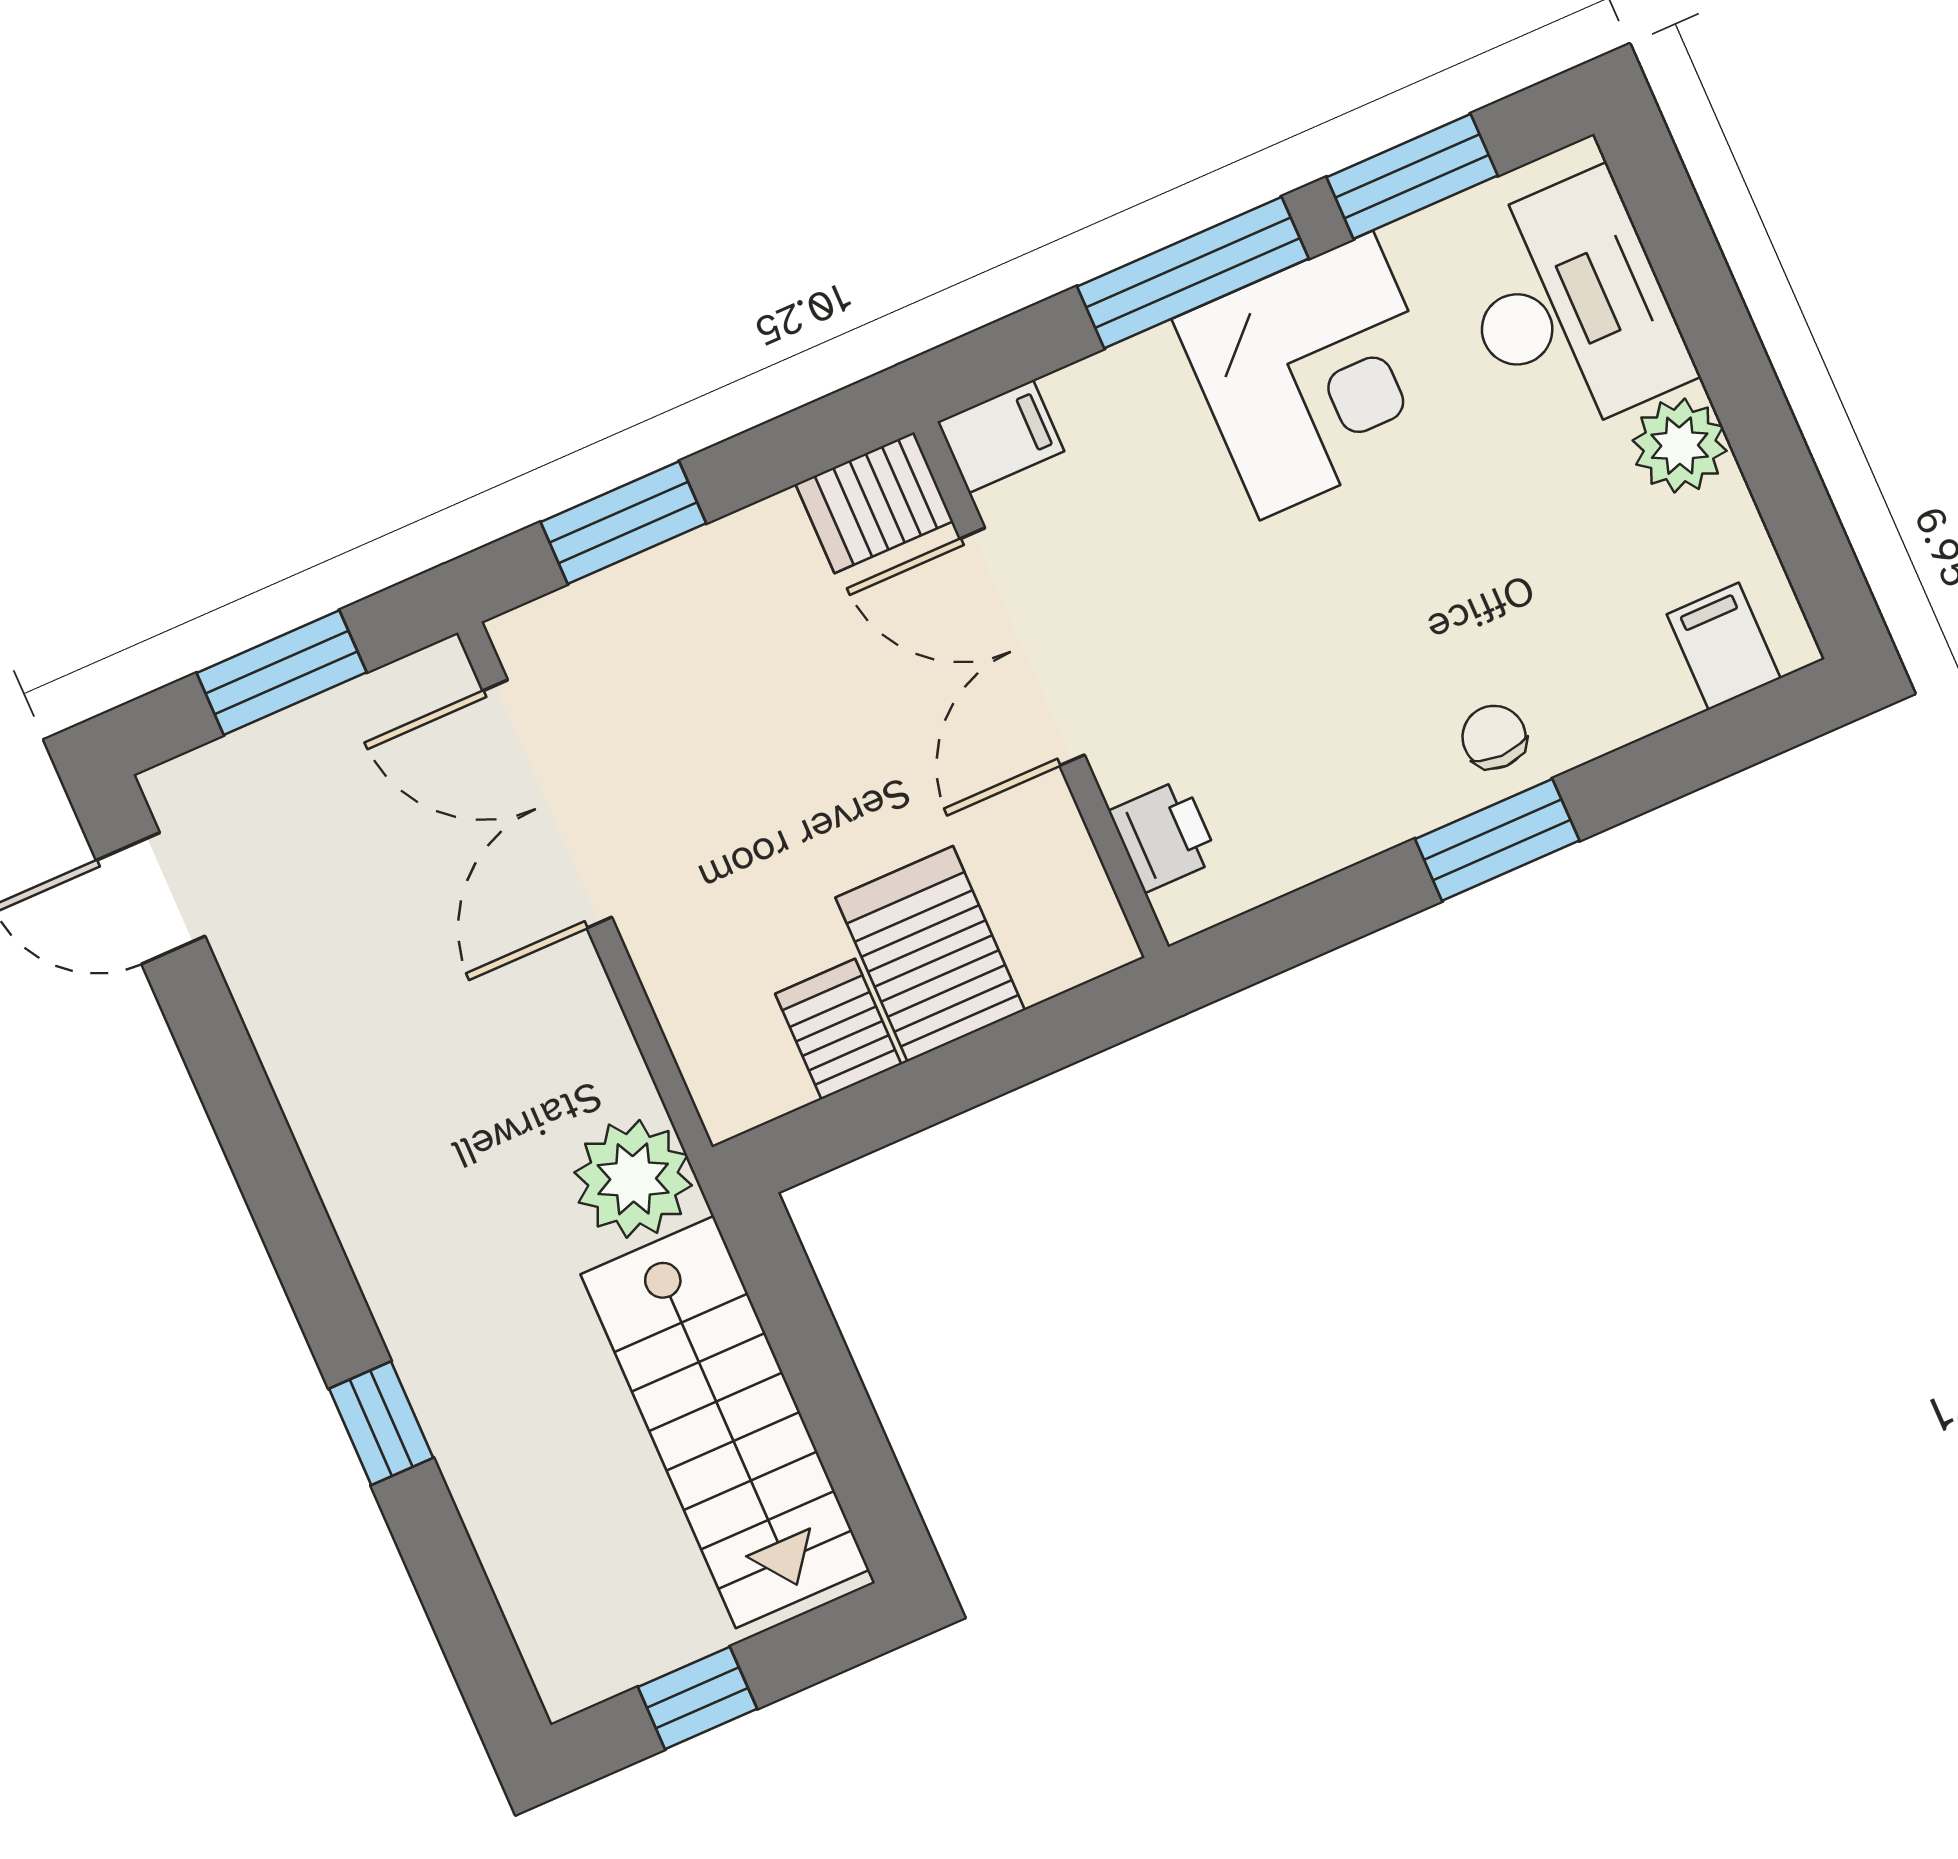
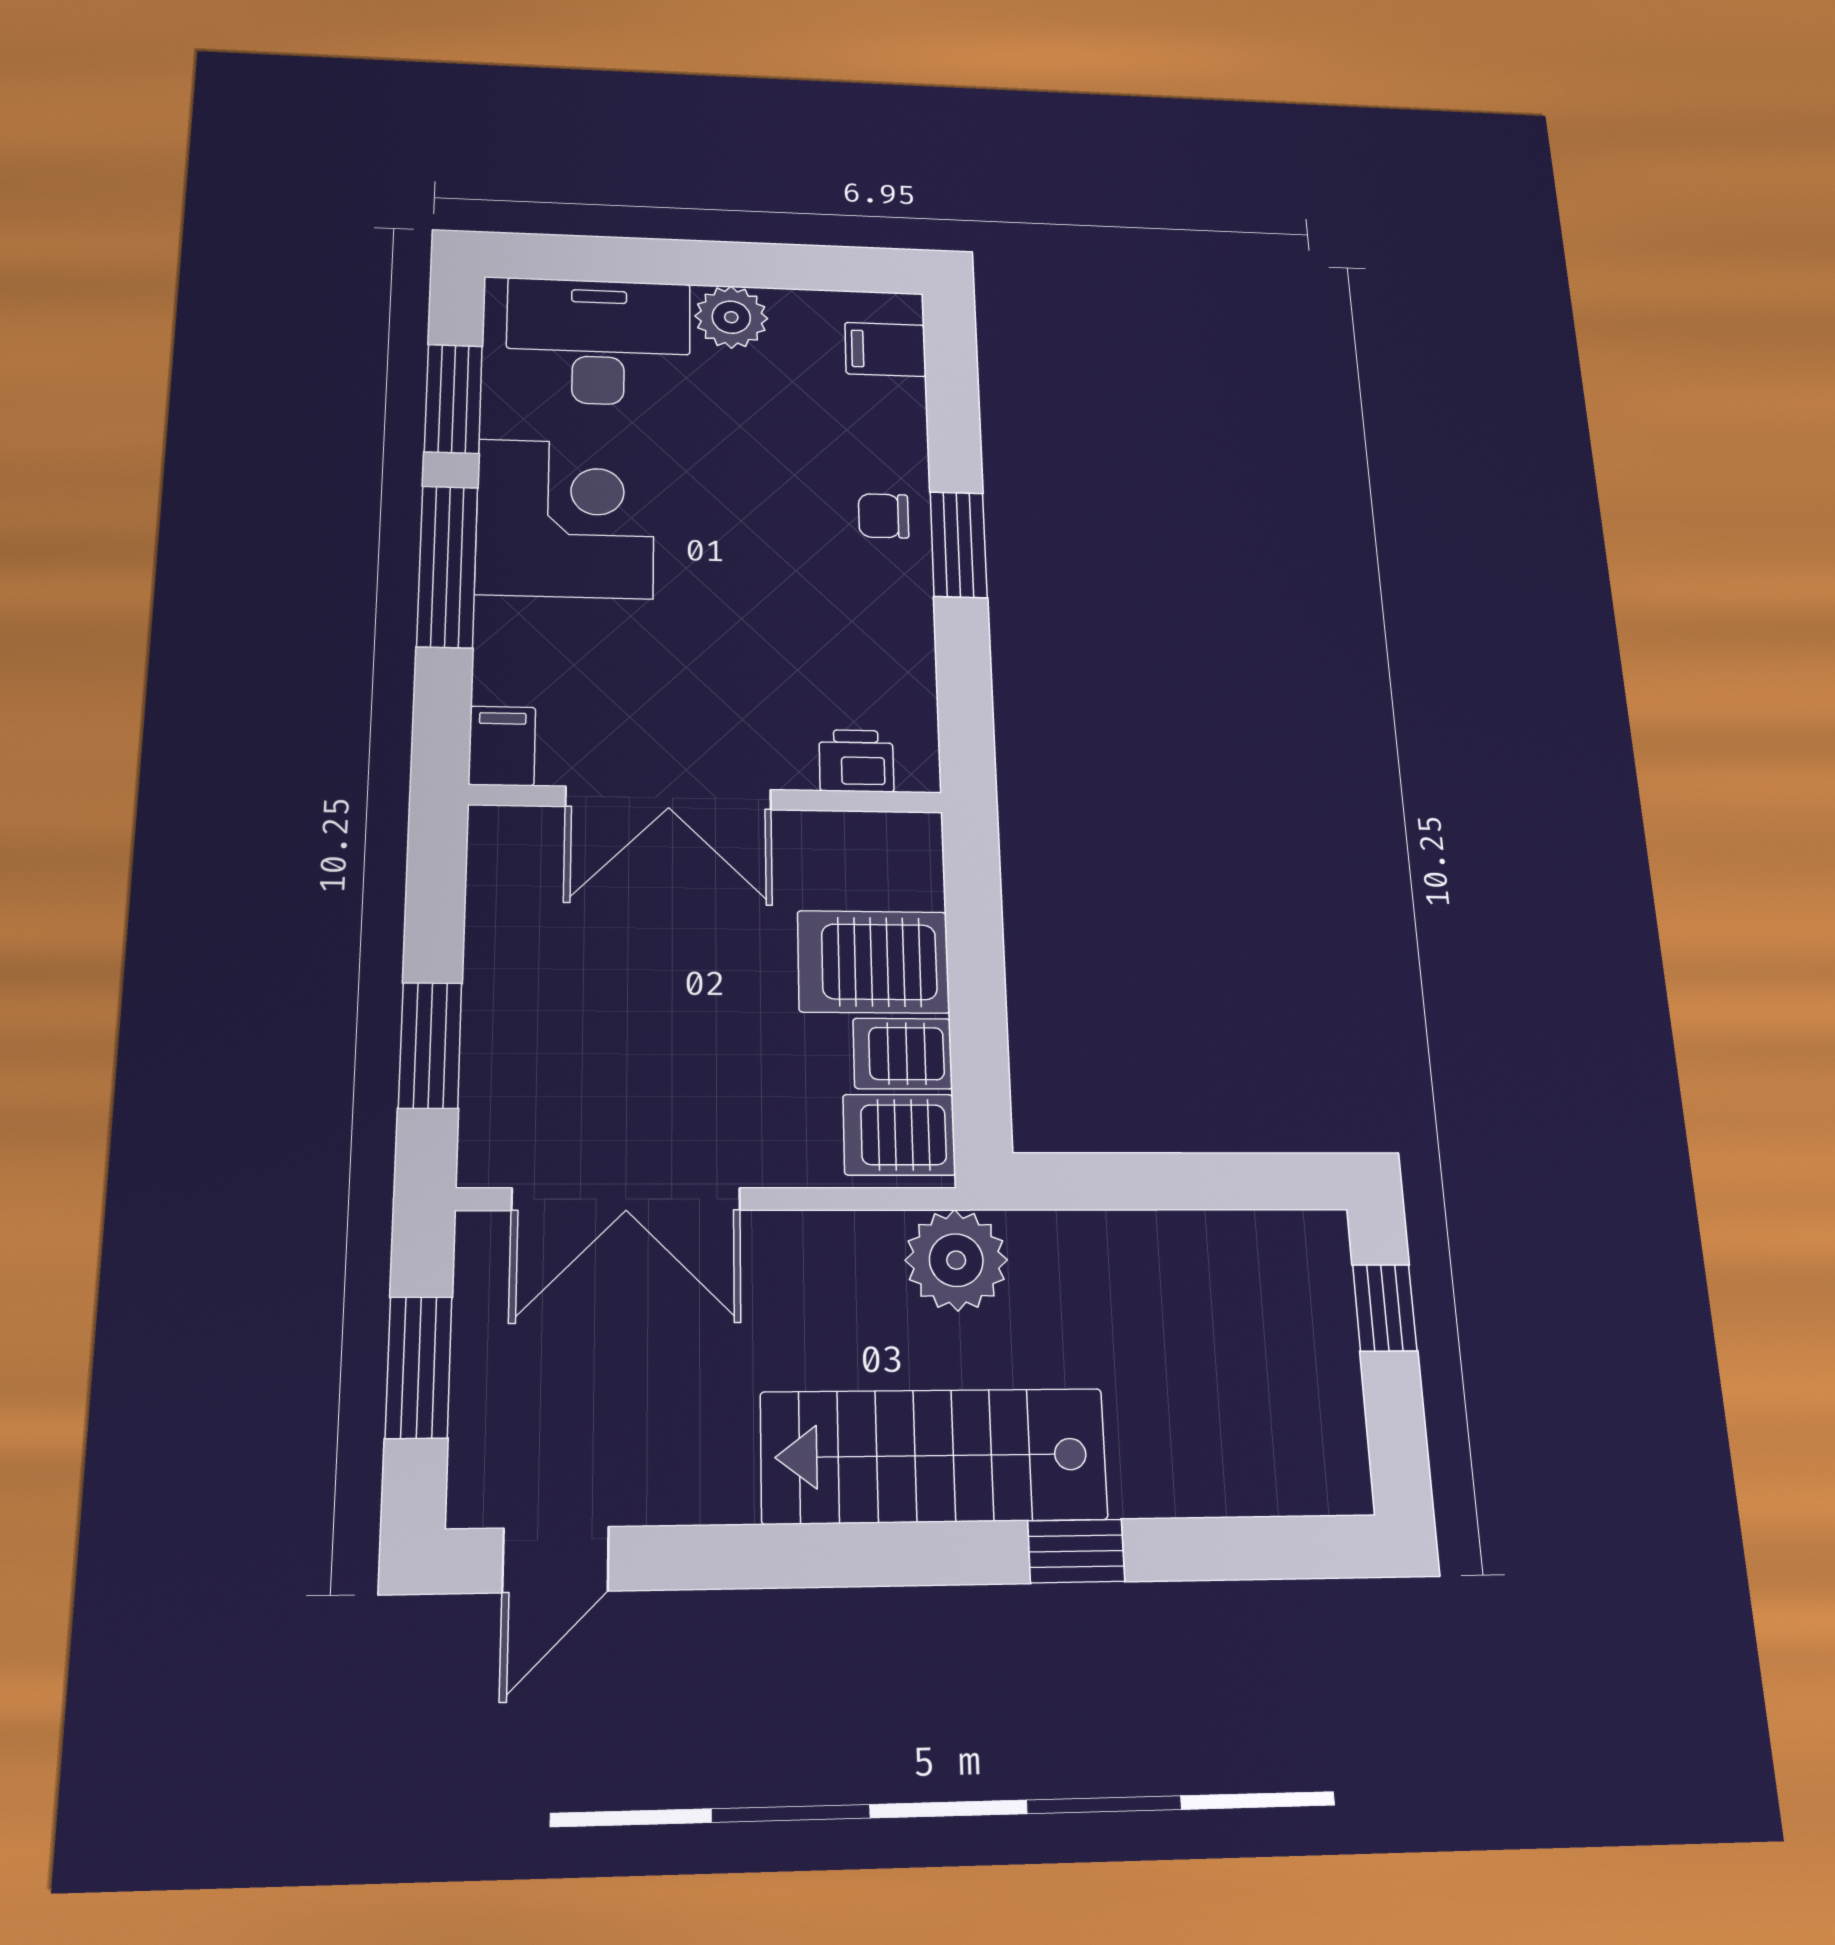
server rack: (874, 503) -> (899, 1135), moved, turned 90
stairs: (725, 1422) -> (934, 1456), moved, turned 180
window: (697, 1698) -> (1385, 1308), moved

